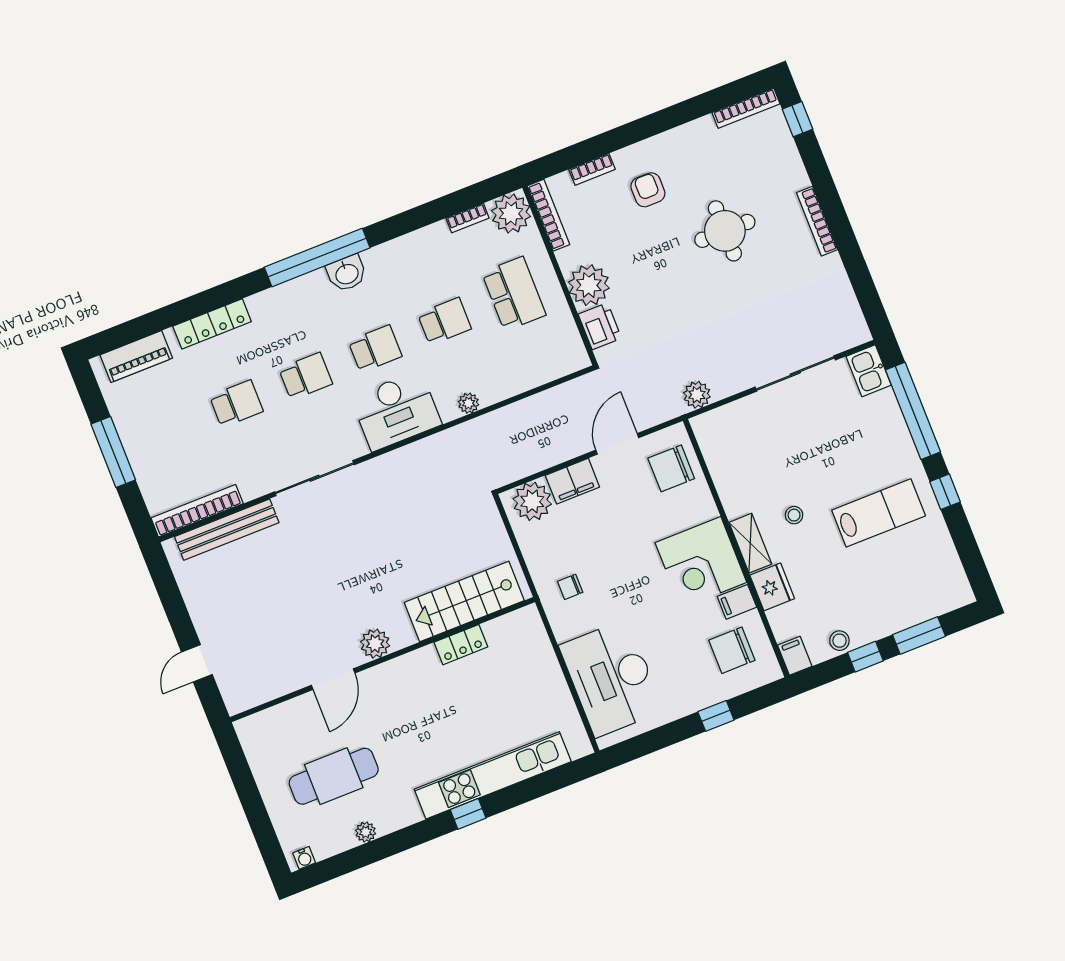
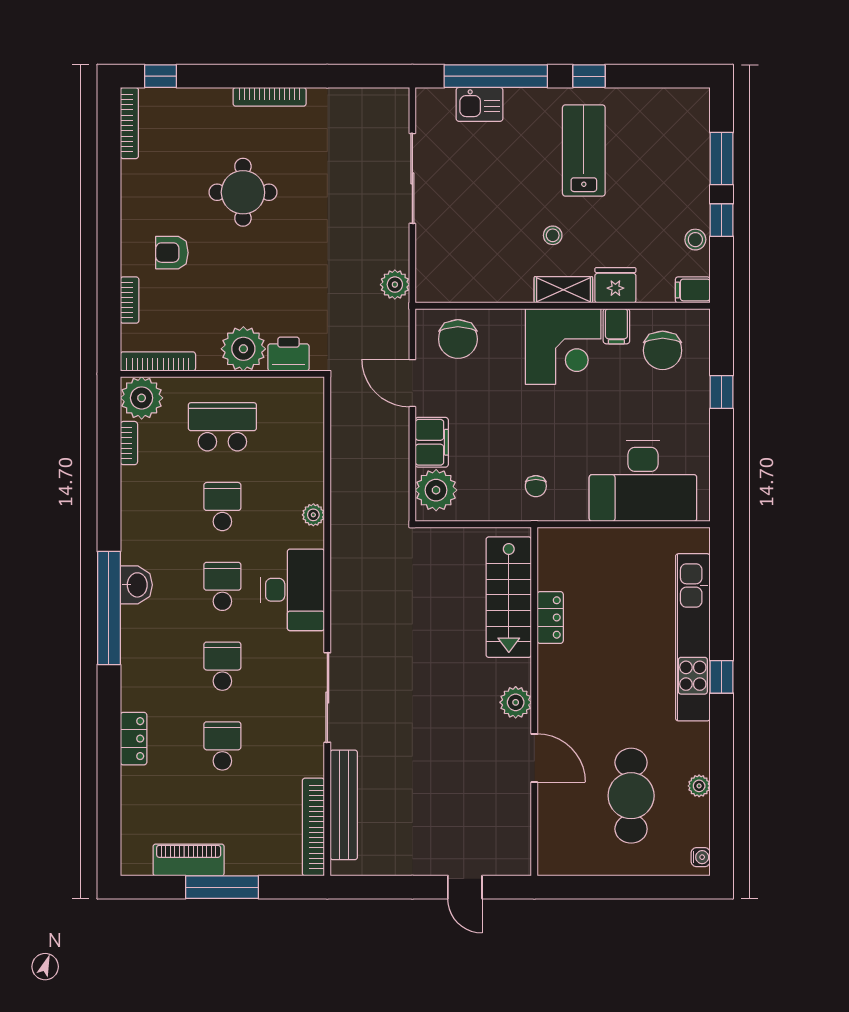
locker: (212, 324) -> (134, 739), width x0.66
piano: (136, 356) -> (189, 860), moved, turned -90
kitchen sink: (869, 371) -> (480, 104), moved

